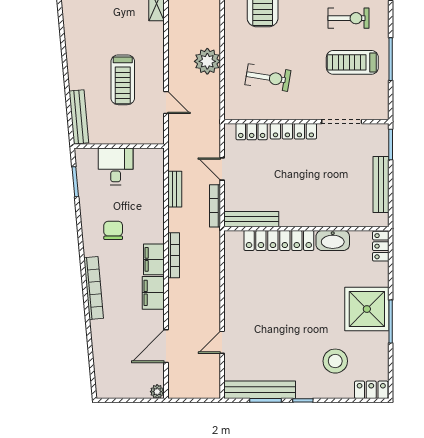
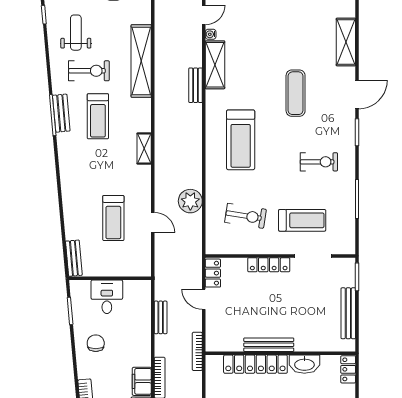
treadmill: (352, 62) -> (302, 220), moved, turned 180
door: (166, 103) -> (153, 222), moved
bench: (79, 117) -> (74, 258), width x0.73
locker: (252, 132) -> (213, 273), moved, turned -90
bookcase: (215, 206) -> (197, 351), moved
bench: (251, 219) -> (269, 345), moved
chair: (113, 230) -> (96, 343), moved

